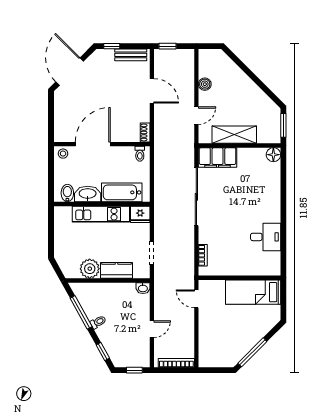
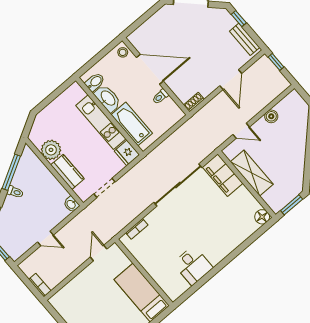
toilet: (140, 154) -> (160, 97), moved
bookcase: (176, 363) -> (40, 285), width x0.64

